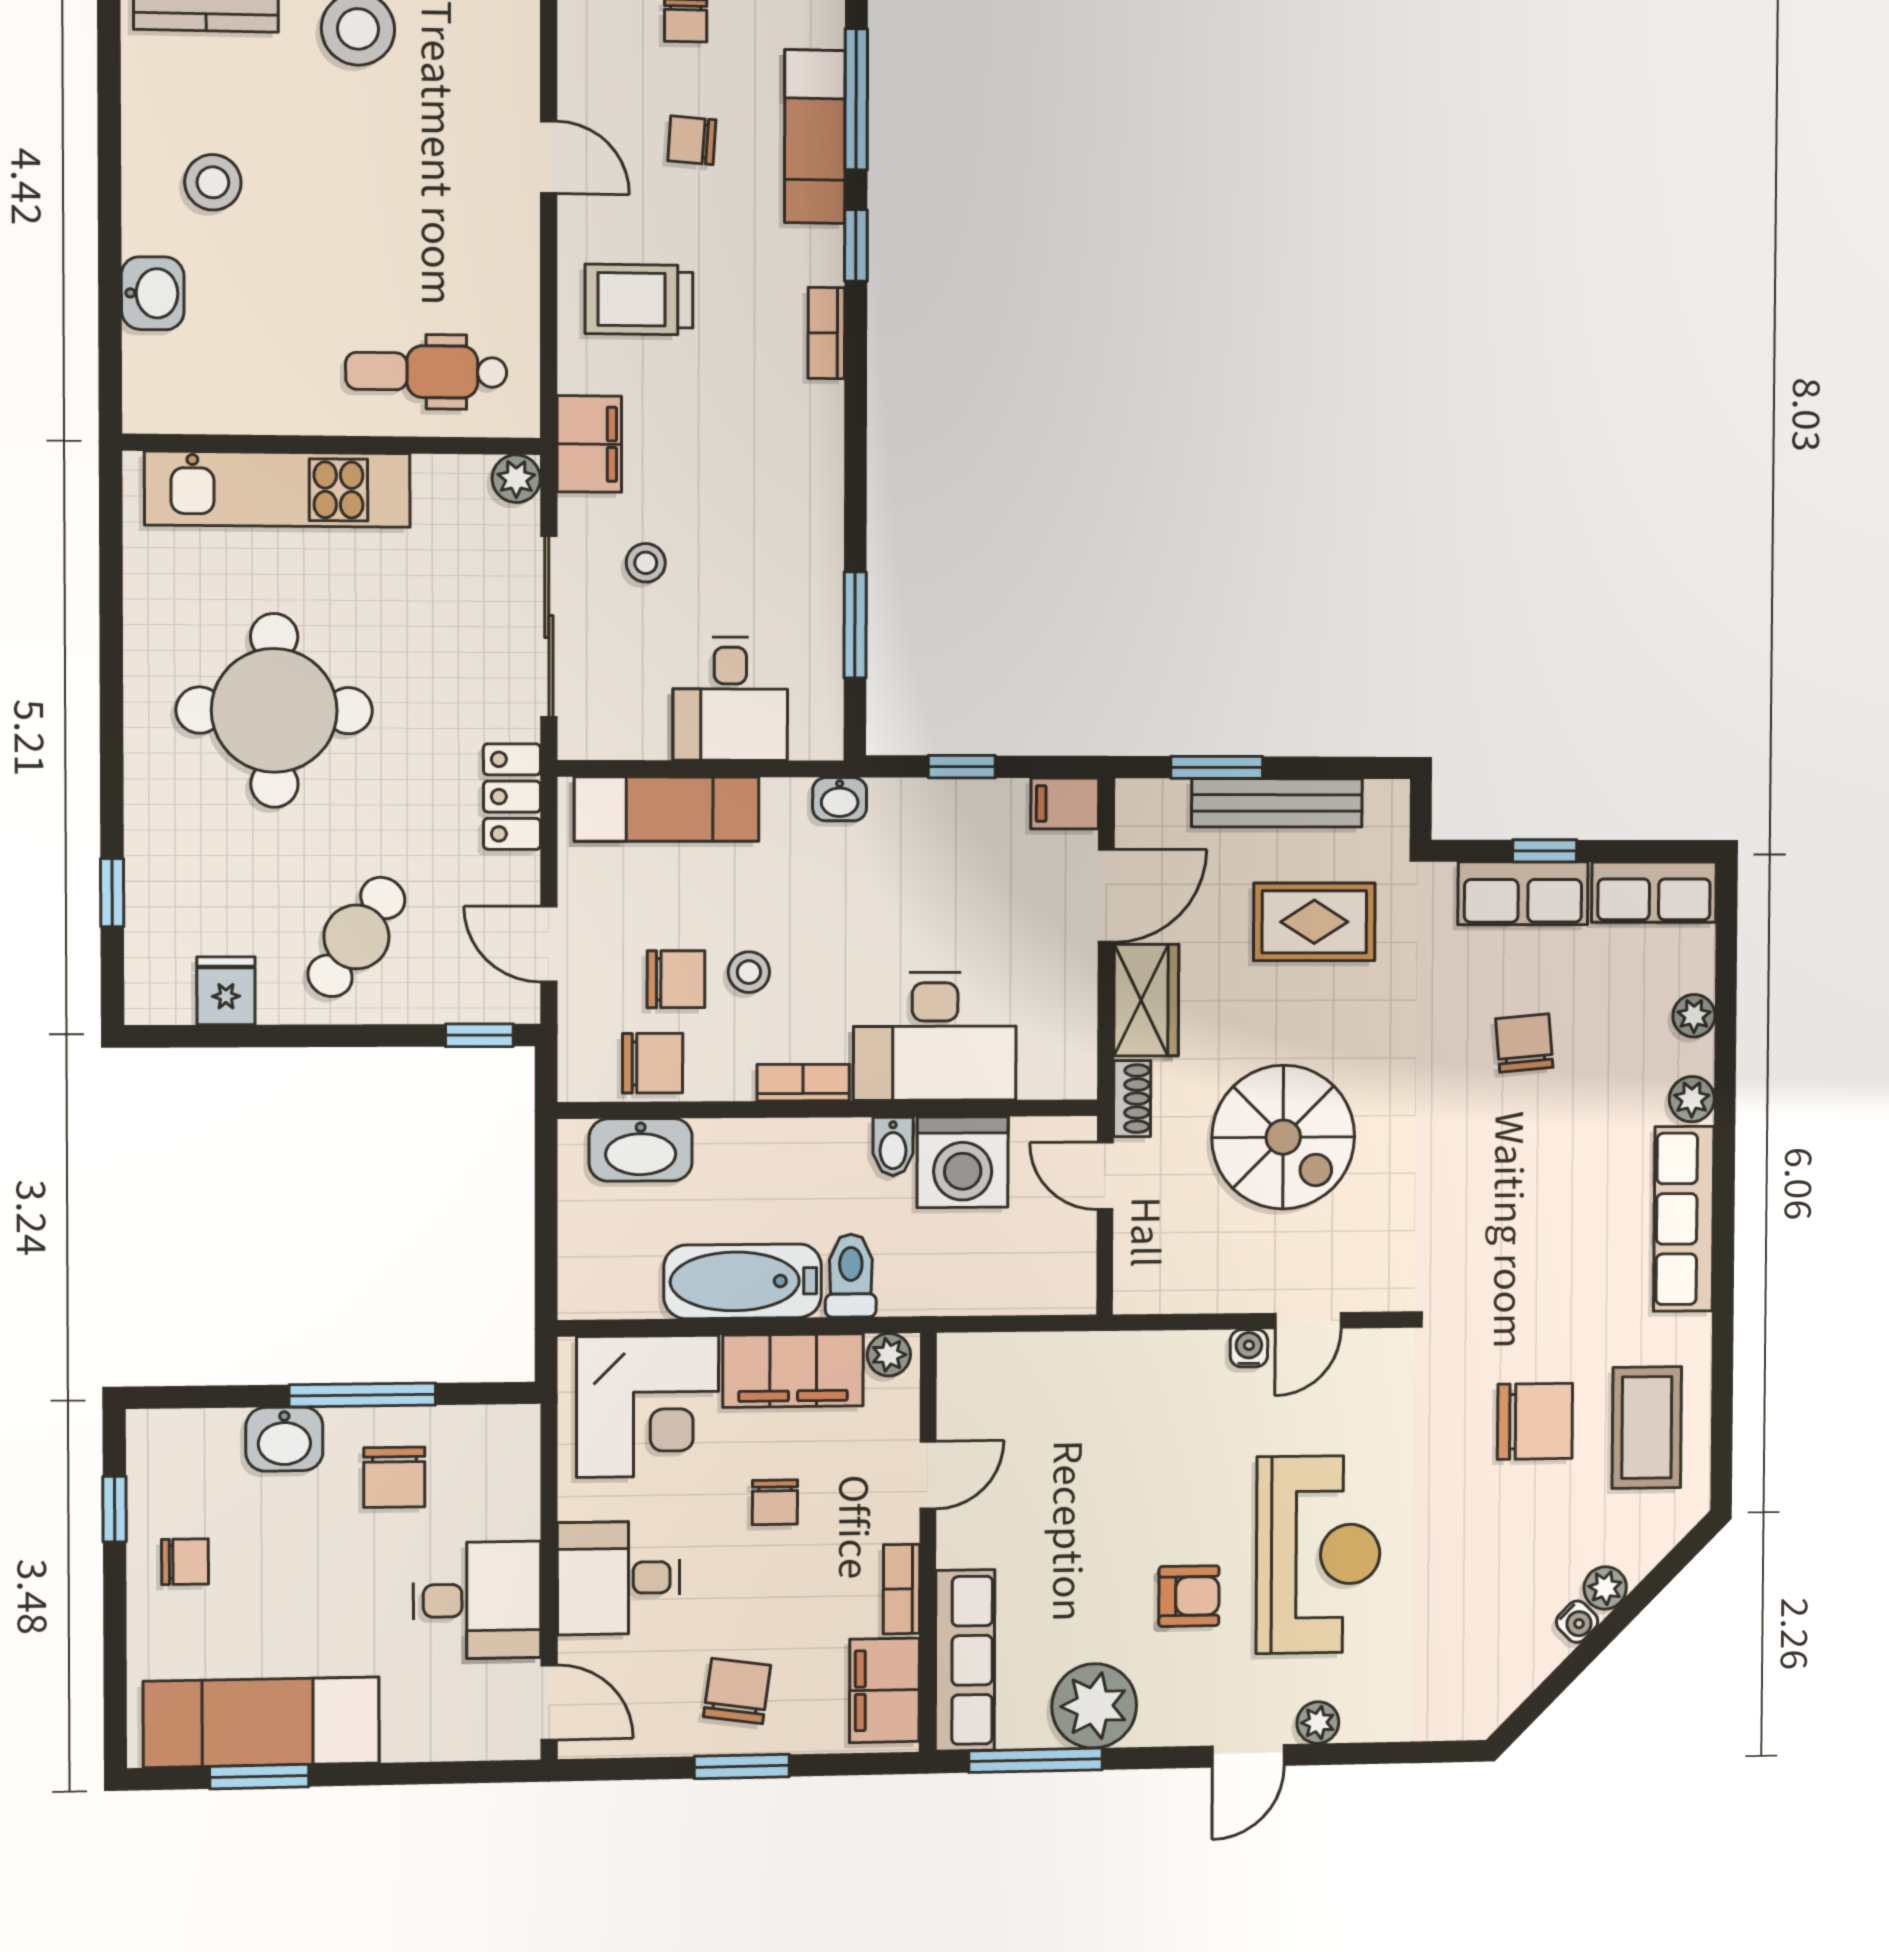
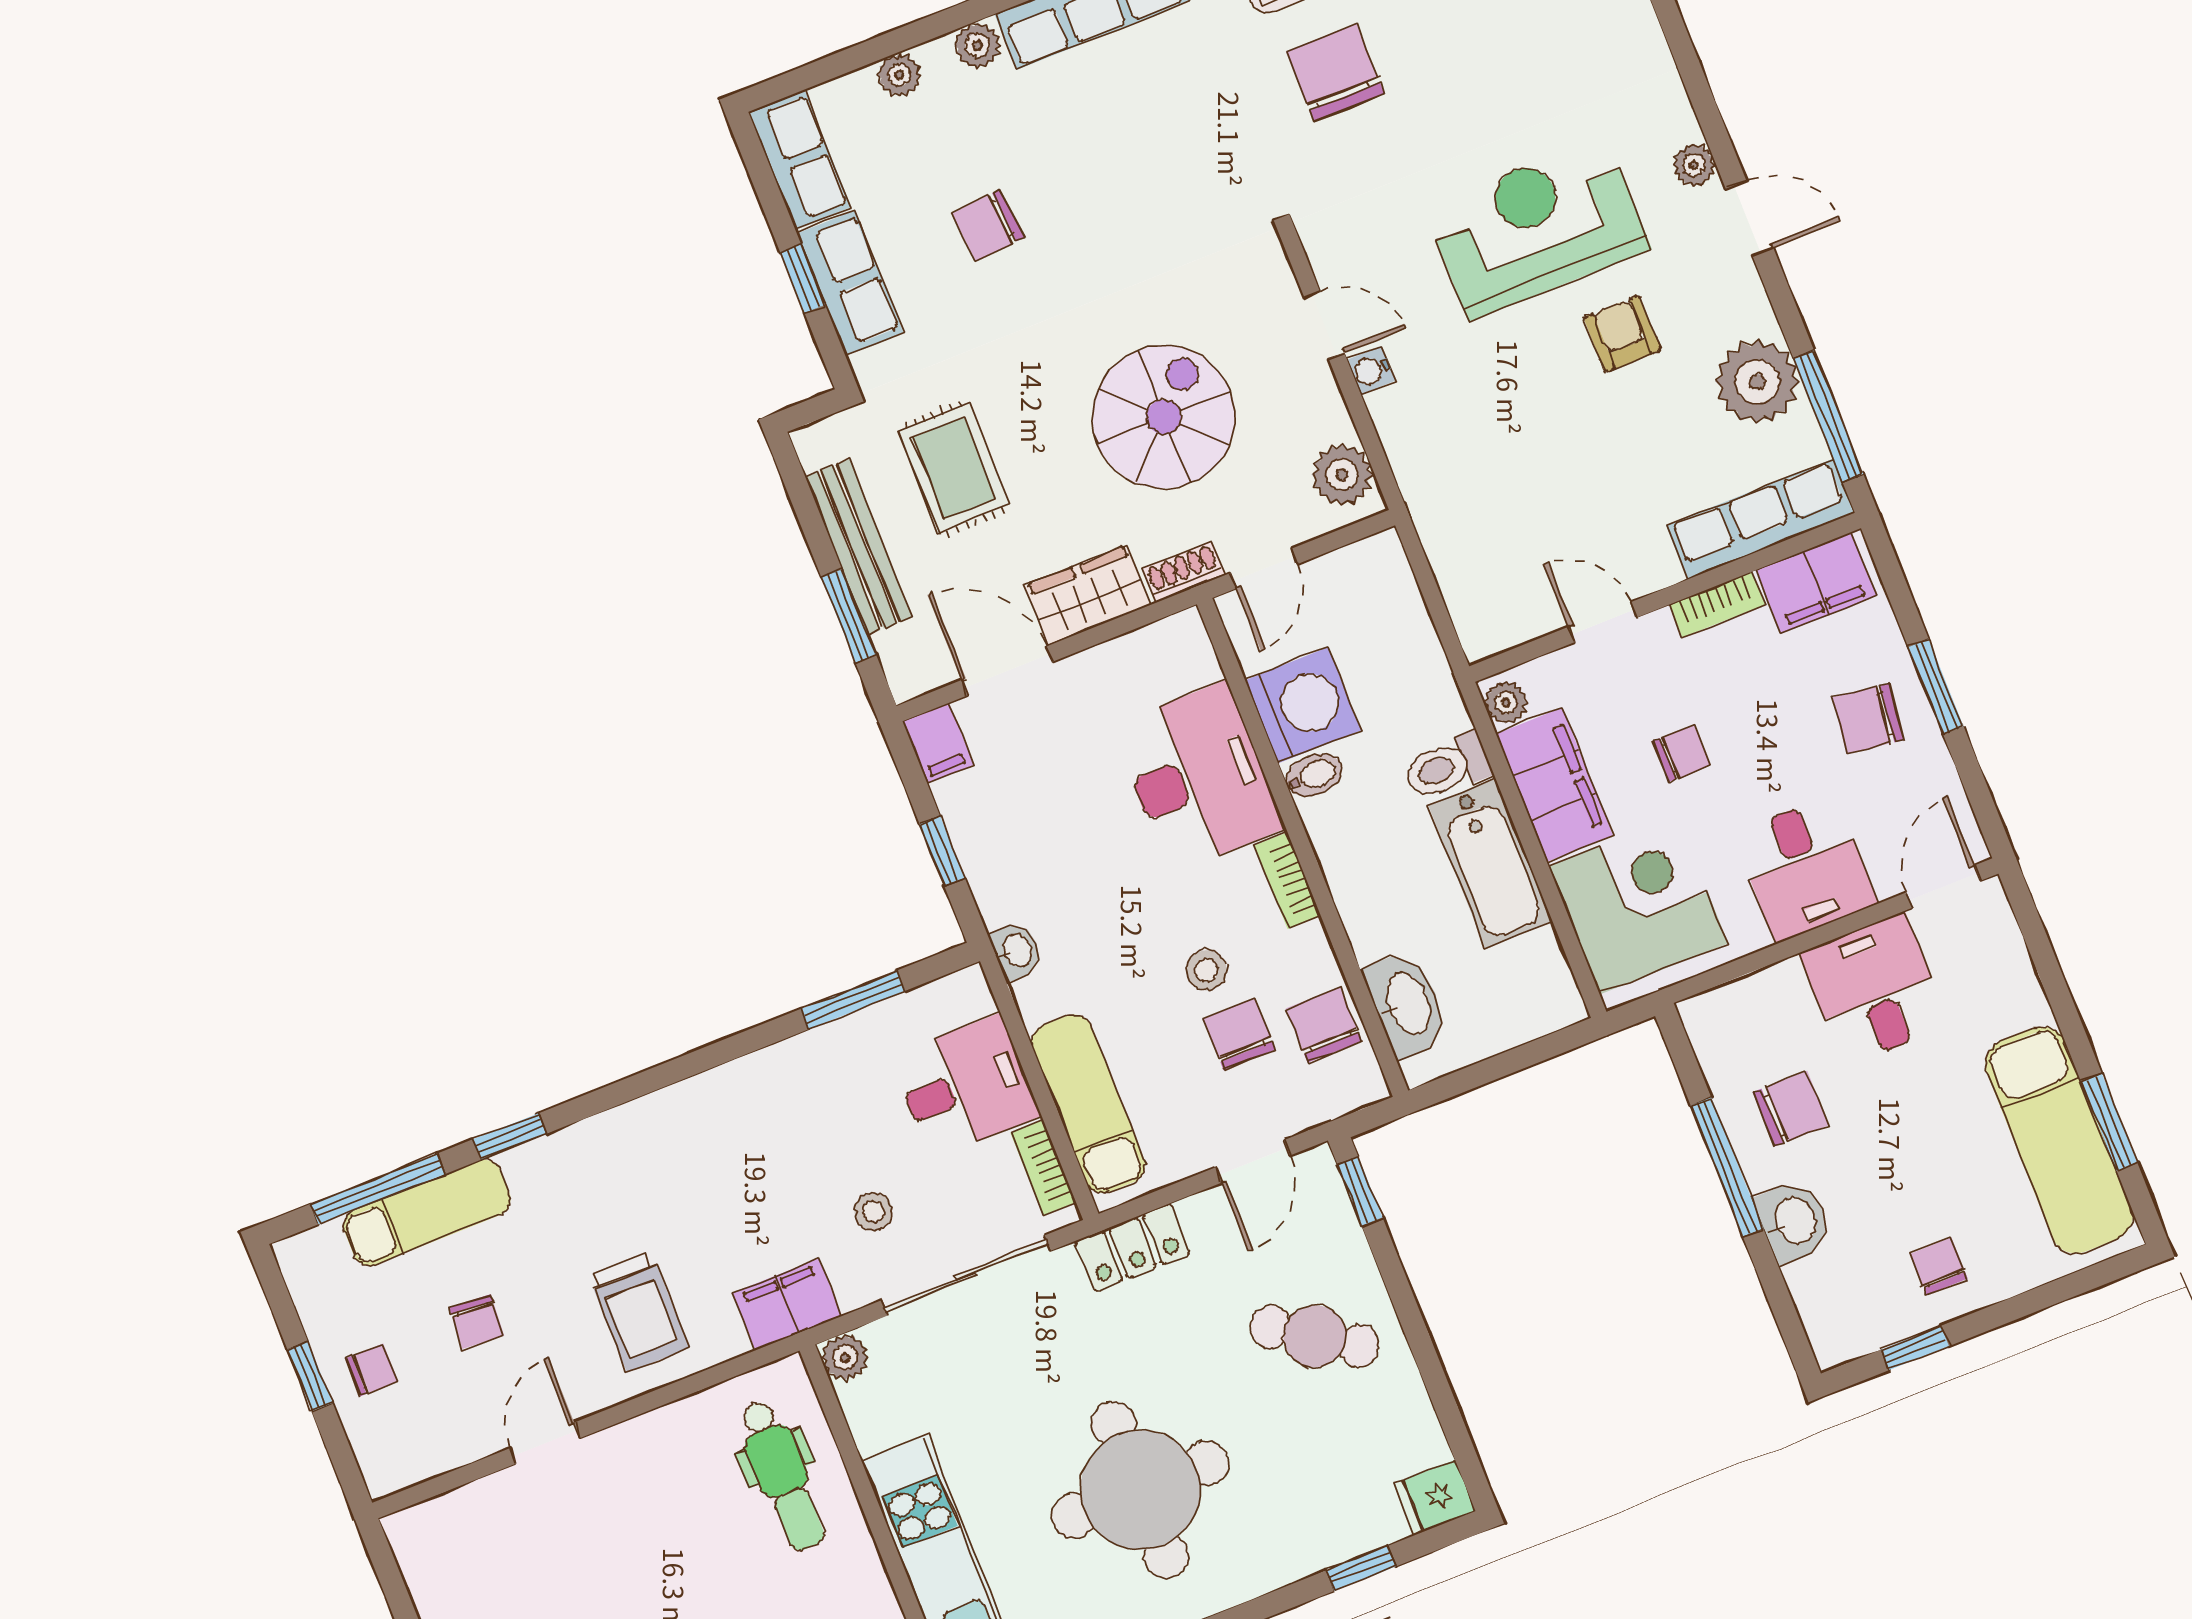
bookcase: (826, 333) -> (1043, 1167), moved, turned 90
fridge: (226, 991) -> (1435, 1498), moved
plant: (1163, 1283) -> (1342, 475), added

